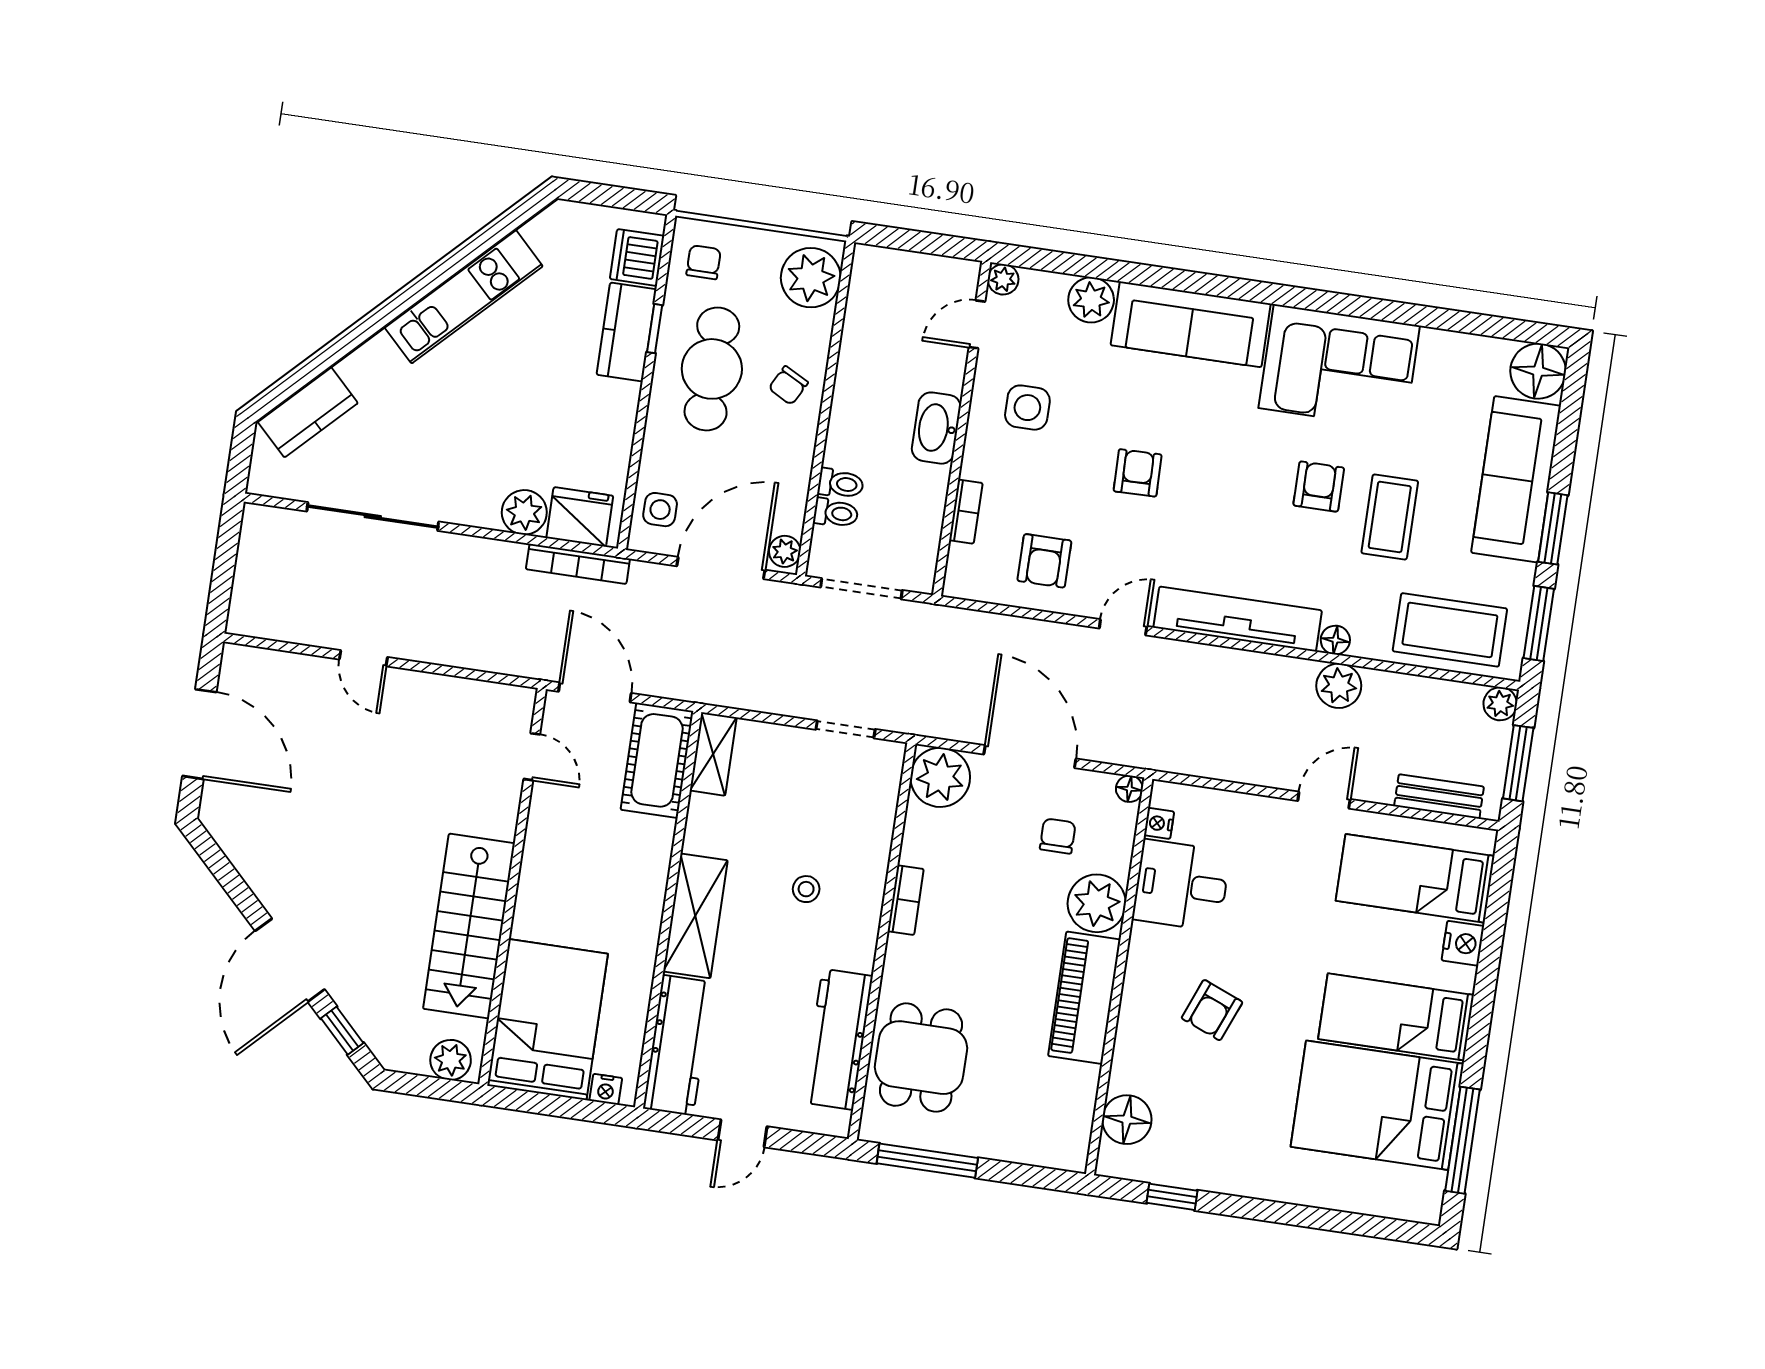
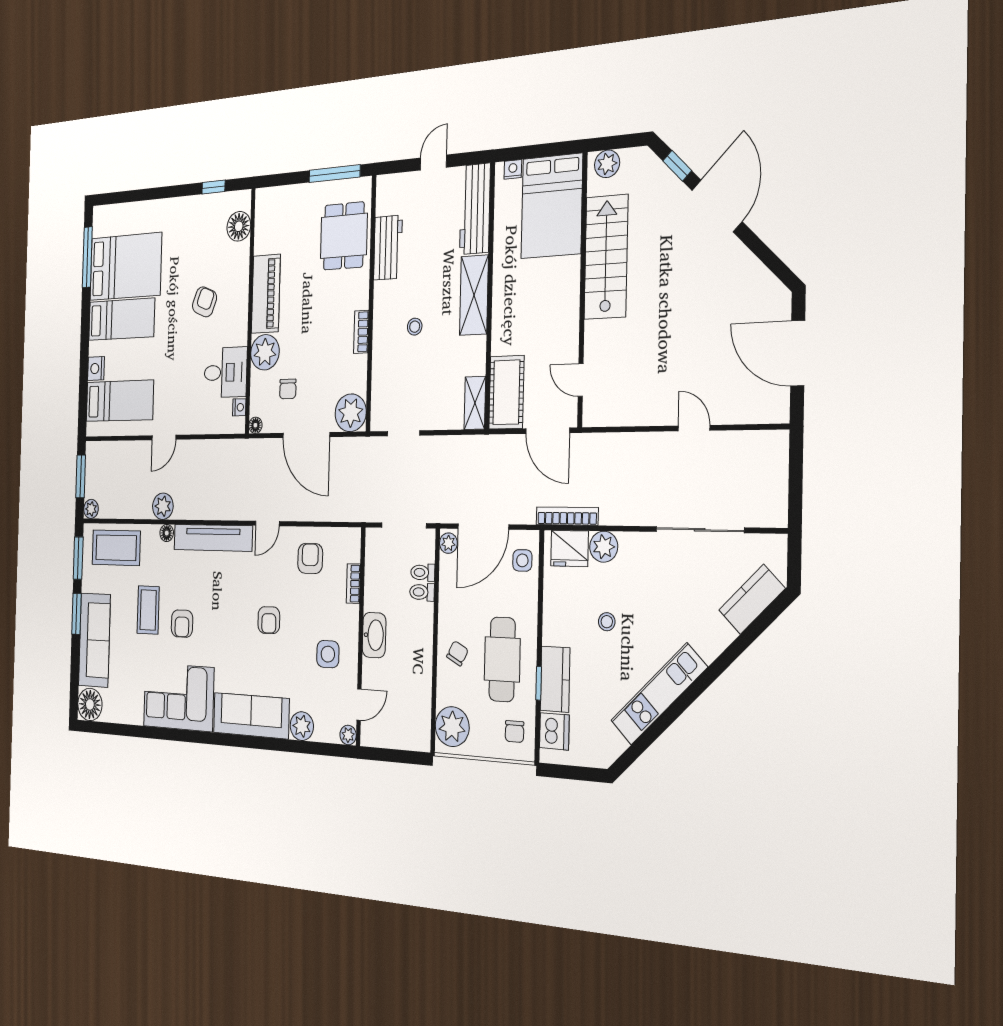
stool: (533, 406) -> (607, 622), added
bench: (1439, 796) -> (113, 450), removed
workbench: (838, 1039) -> (388, 248), width x0.73

